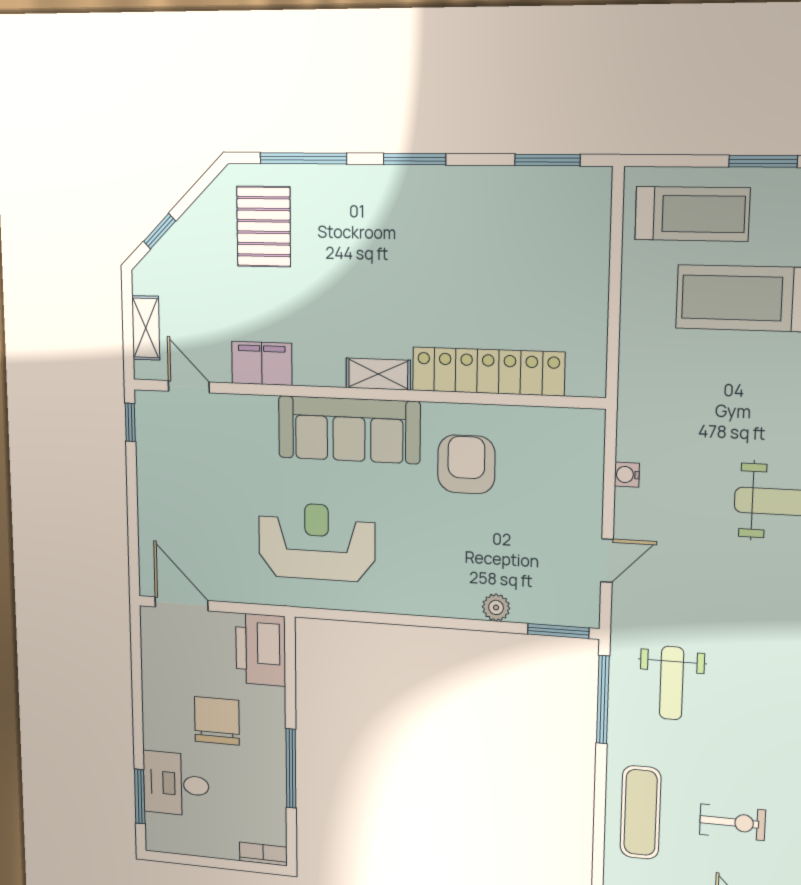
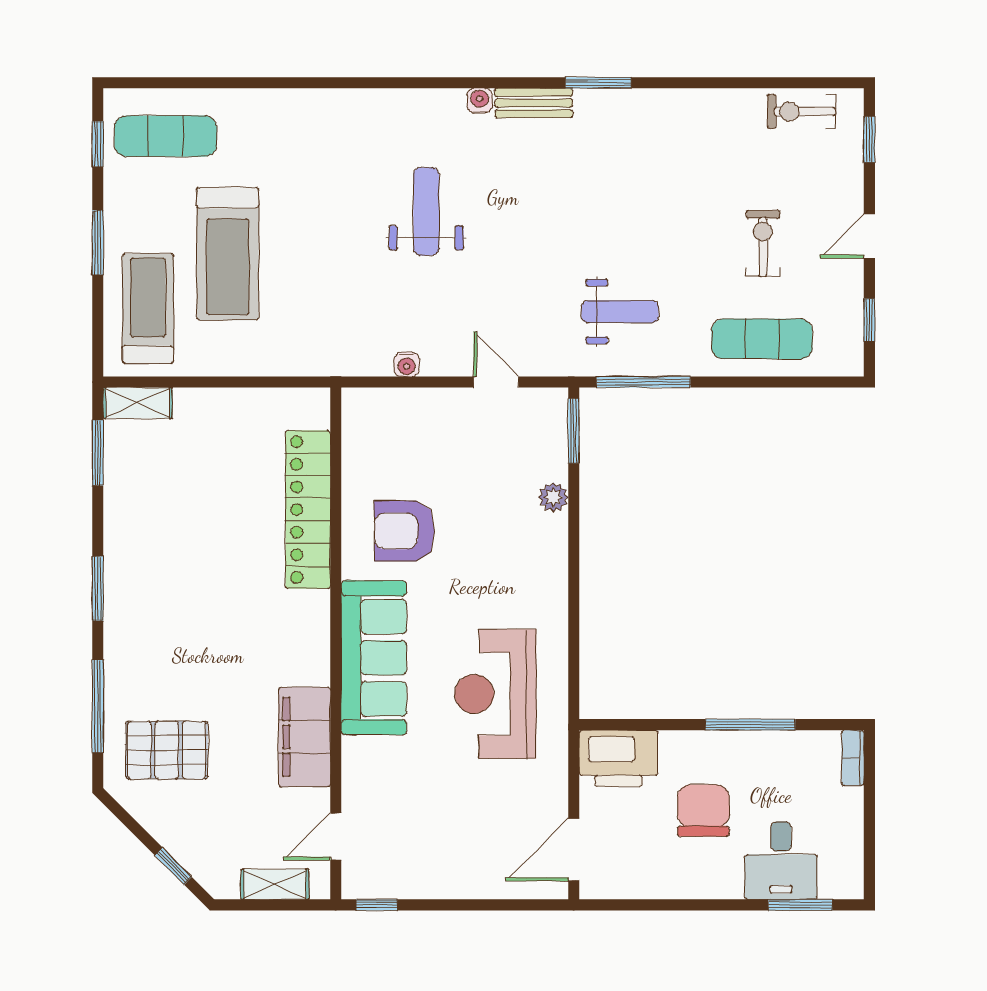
filing cabinet: (262, 363) -> (304, 737), width x1.50, depth x1.17
shelving: (378, 374) -> (138, 403), moved, turned 90
chair: (217, 721) -> (703, 810), turned 90

